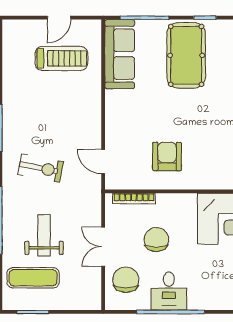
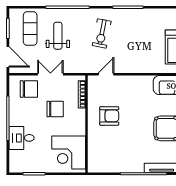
weight bench: (44, 235) -> (58, 36), turned -90
desk: (169, 291) -> (22, 138), moved
door: (76, 312) -> (8, 57), added

